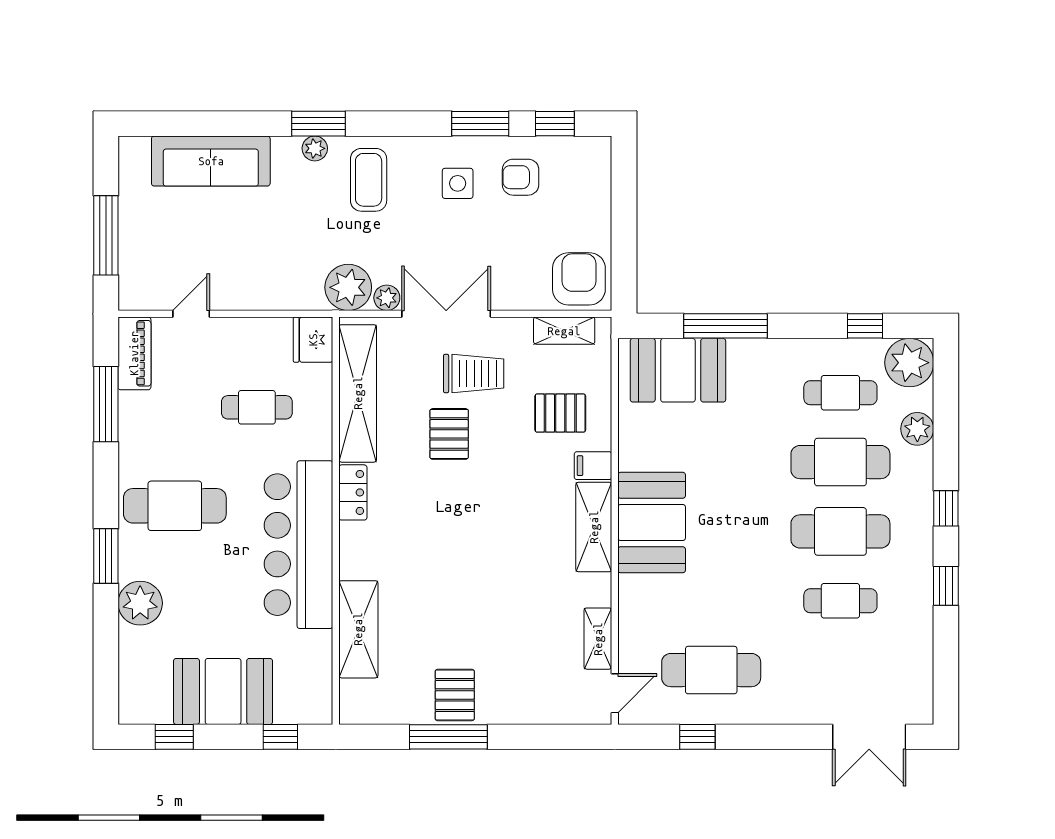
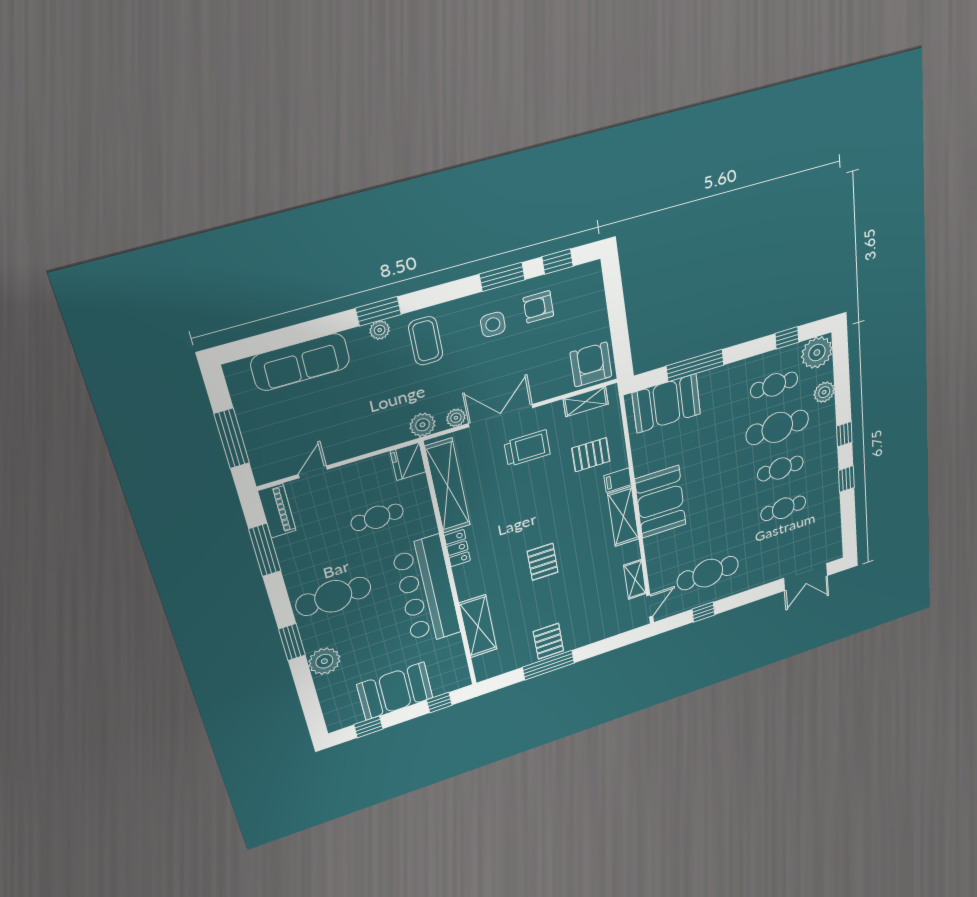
plant: (348, 287) -> (423, 425), width x0.73, depth x0.73
pallet: (449, 434) -> (543, 562), moved
cafe table: (840, 531) -> (780, 469), width x0.73, depth x0.74

